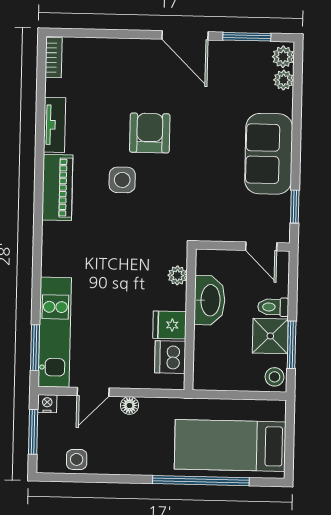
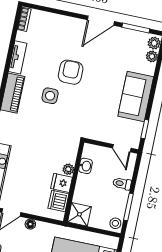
door: (185, 35) -> (101, 21), hinge flipped
plant: (177, 275) -> (68, 169), moved
washbasin: (210, 300) -> (86, 166), width x0.52, depth x0.69
shower: (270, 336) -> (79, 214), moved

